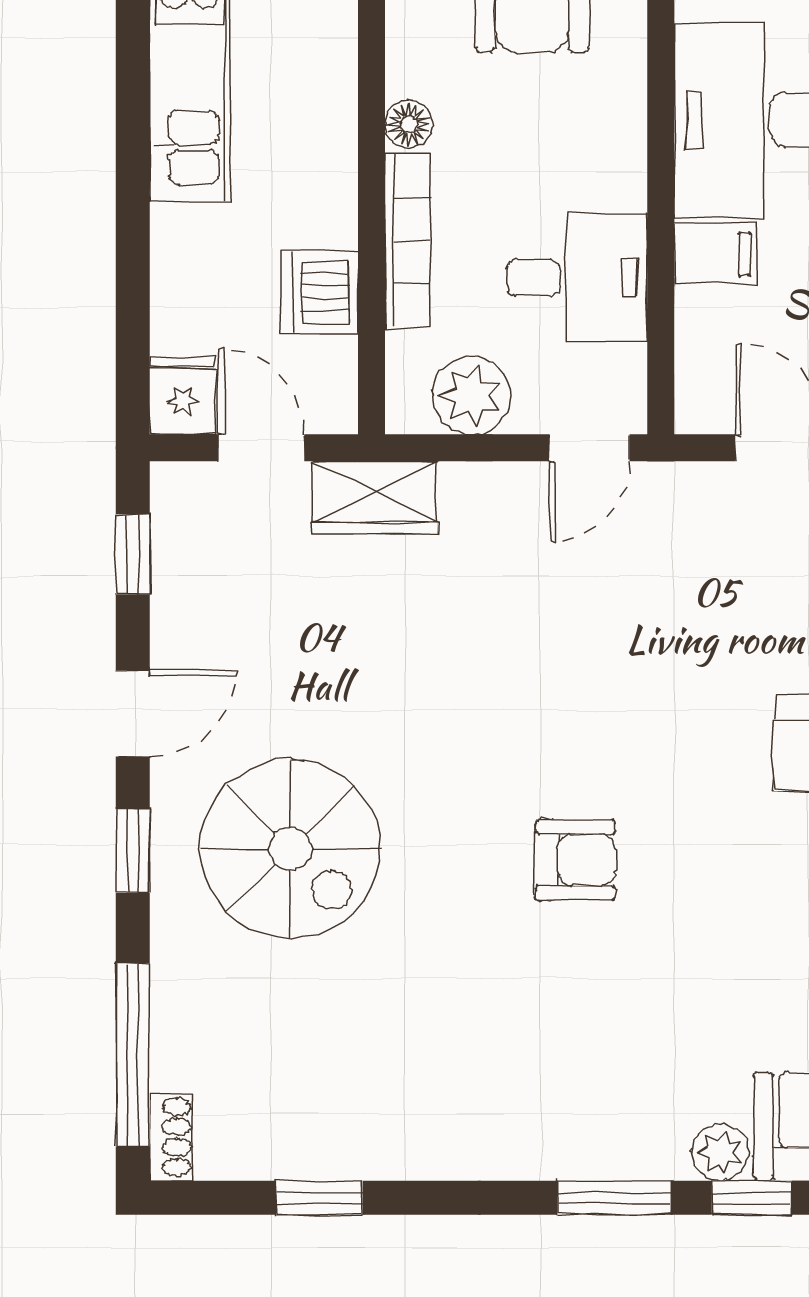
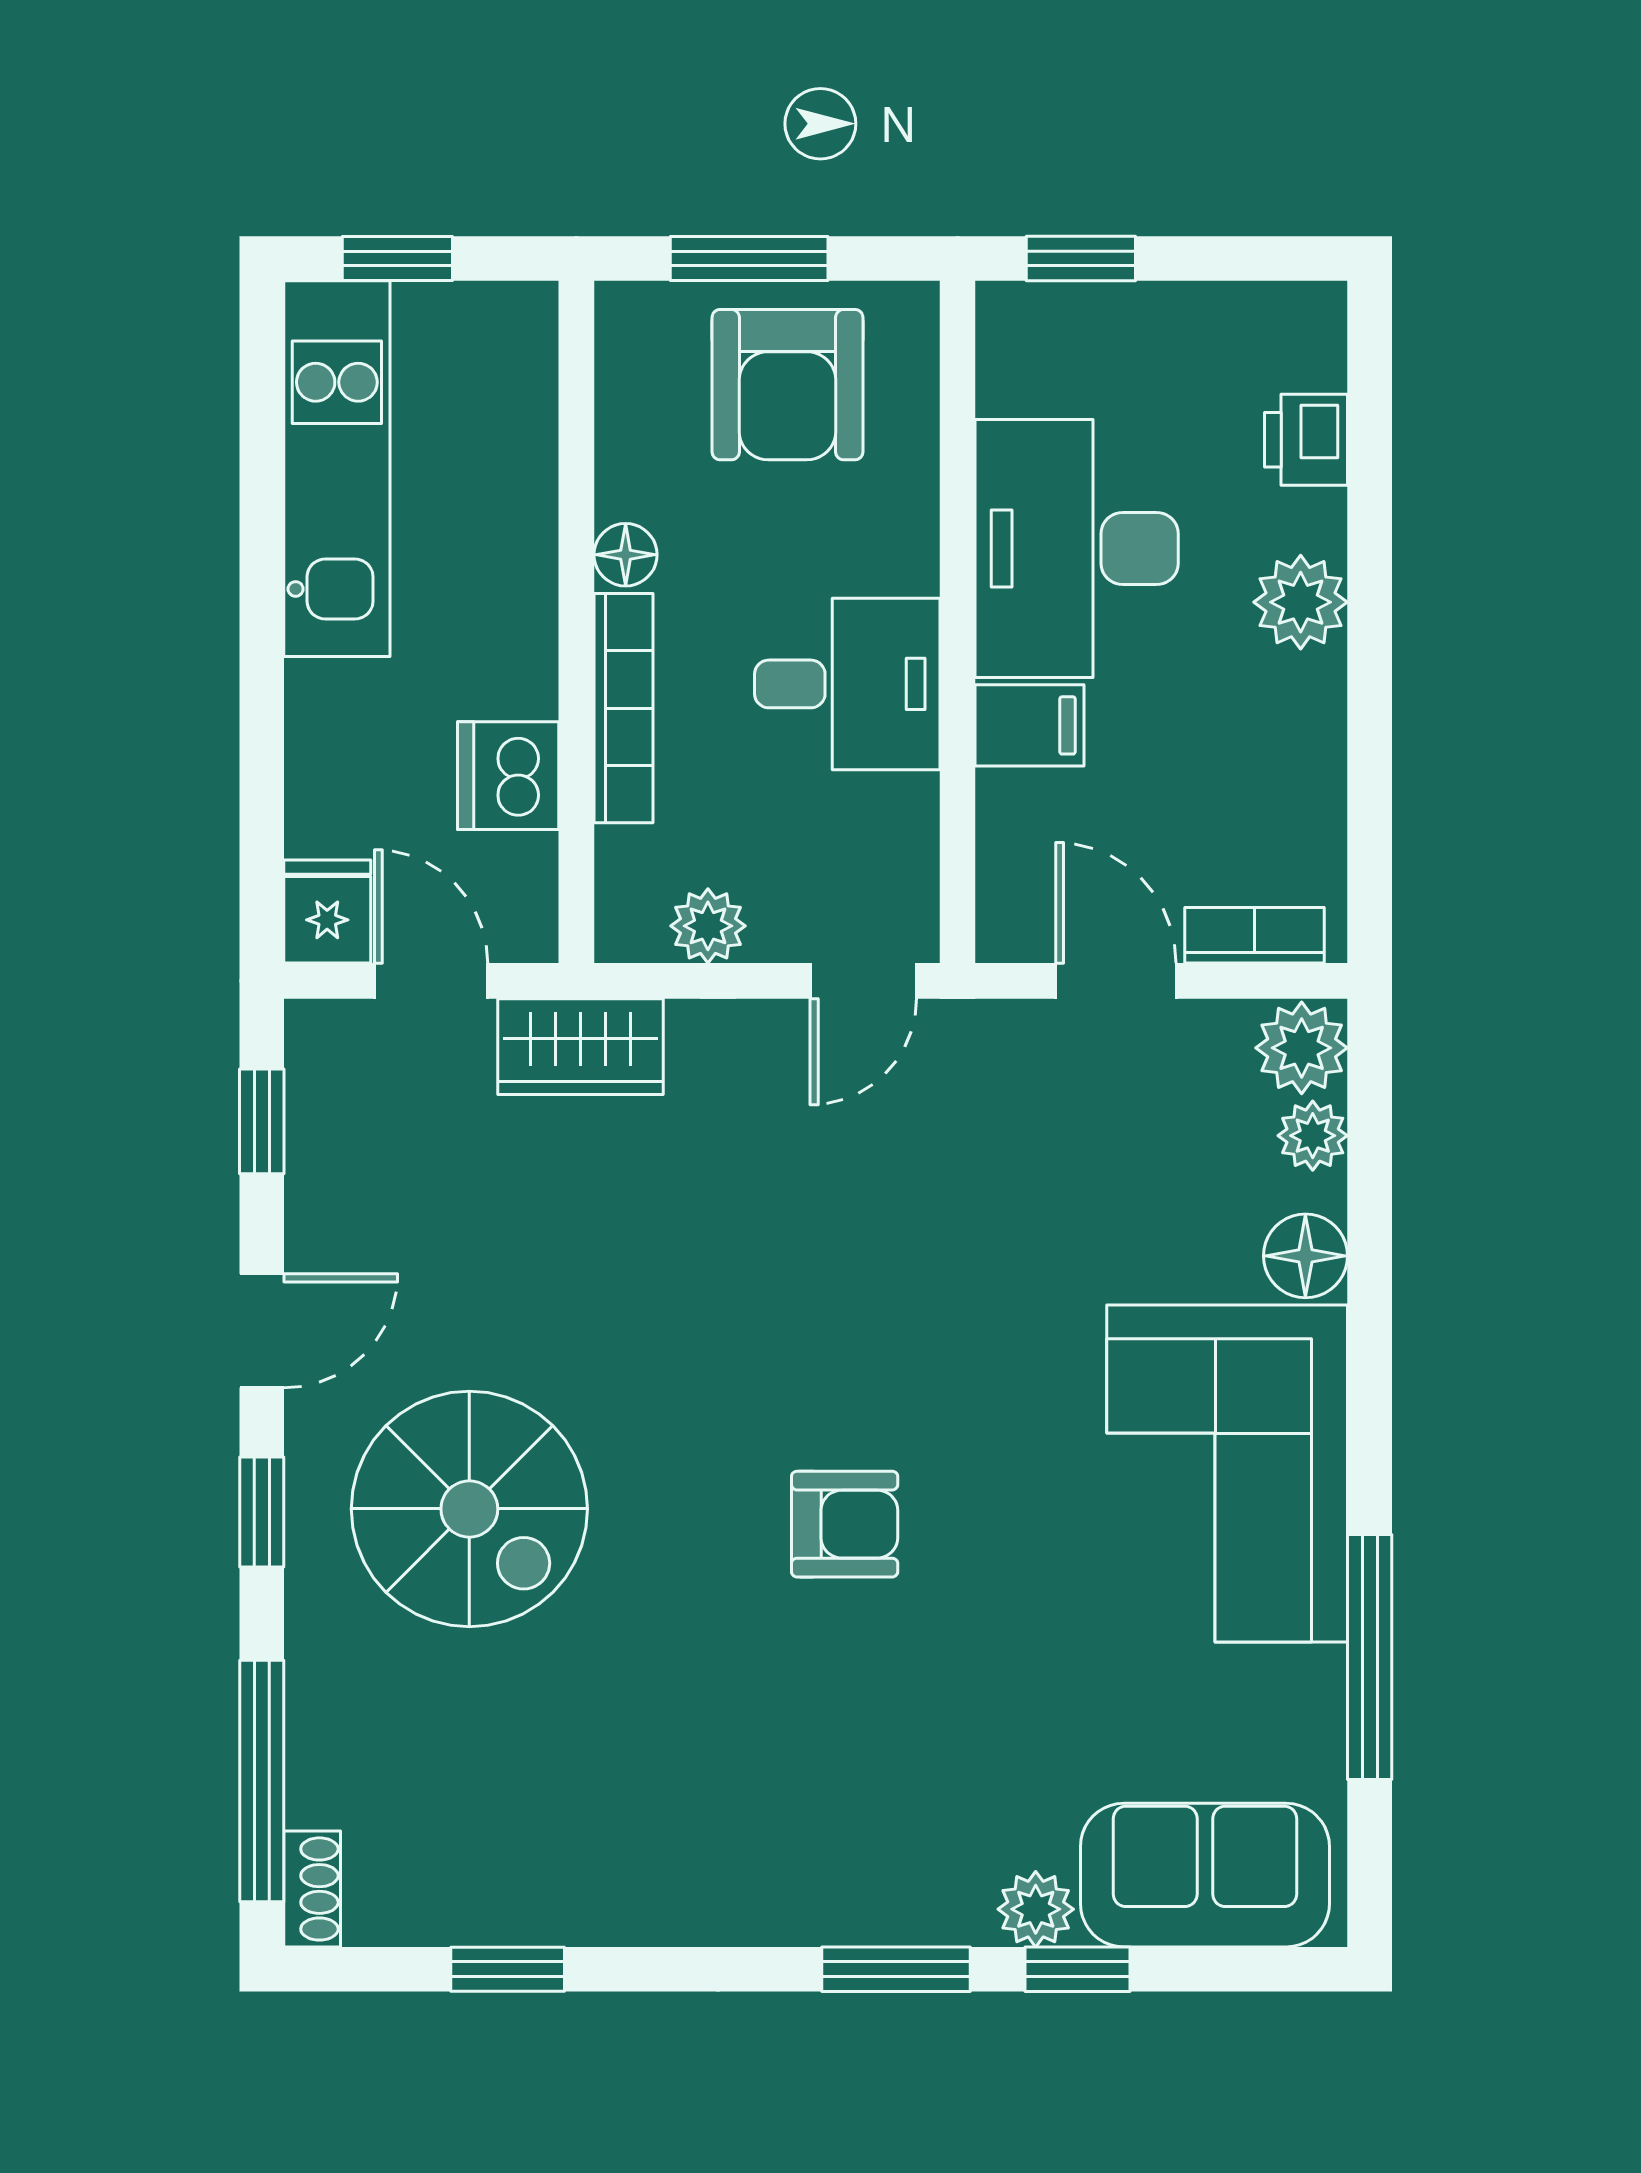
desk: (577, 278) -> (847, 684), moved
plant: (471, 395) -> (708, 926), width x0.73, depth x0.73

